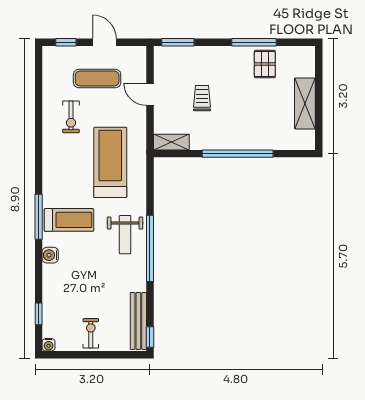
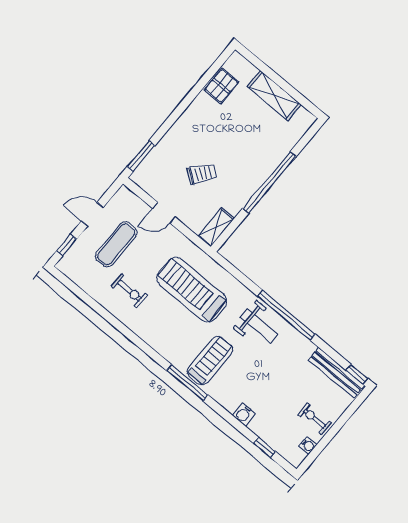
window: (254, 42) -> (192, 95), removed
pallet: (265, 64) -> (221, 86), moved, turned 90
trolley: (202, 98) -> (202, 174), turned 127
water cooler: (50, 255) -> (244, 414), moved
water cooler: (49, 345) -> (308, 445), moved

